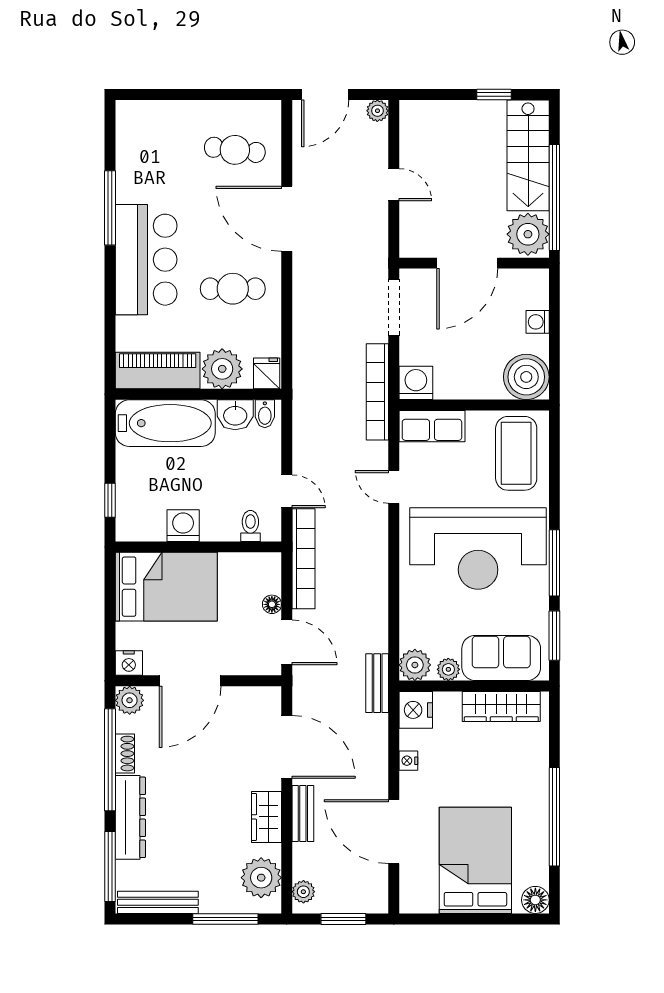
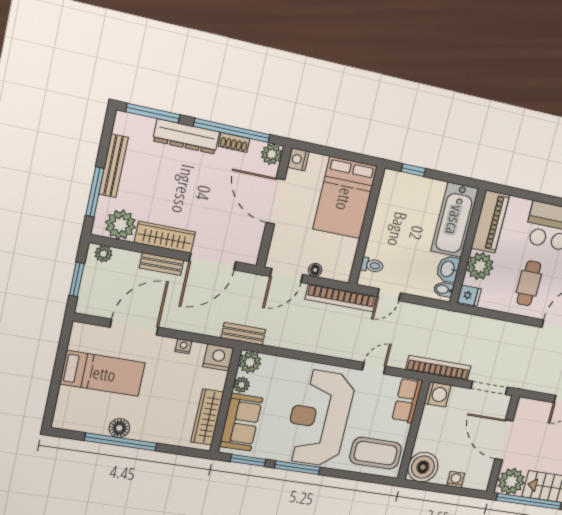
washing machine: (183, 526) -> (384, 218), removed
wardrobe: (266, 817) -> (165, 237), width x1.50
bed: (475, 860) -> (103, 373), width x0.67
floor lamp: (535, 900) -> (119, 428), moved
bench: (158, 902) -> (113, 166), moved

